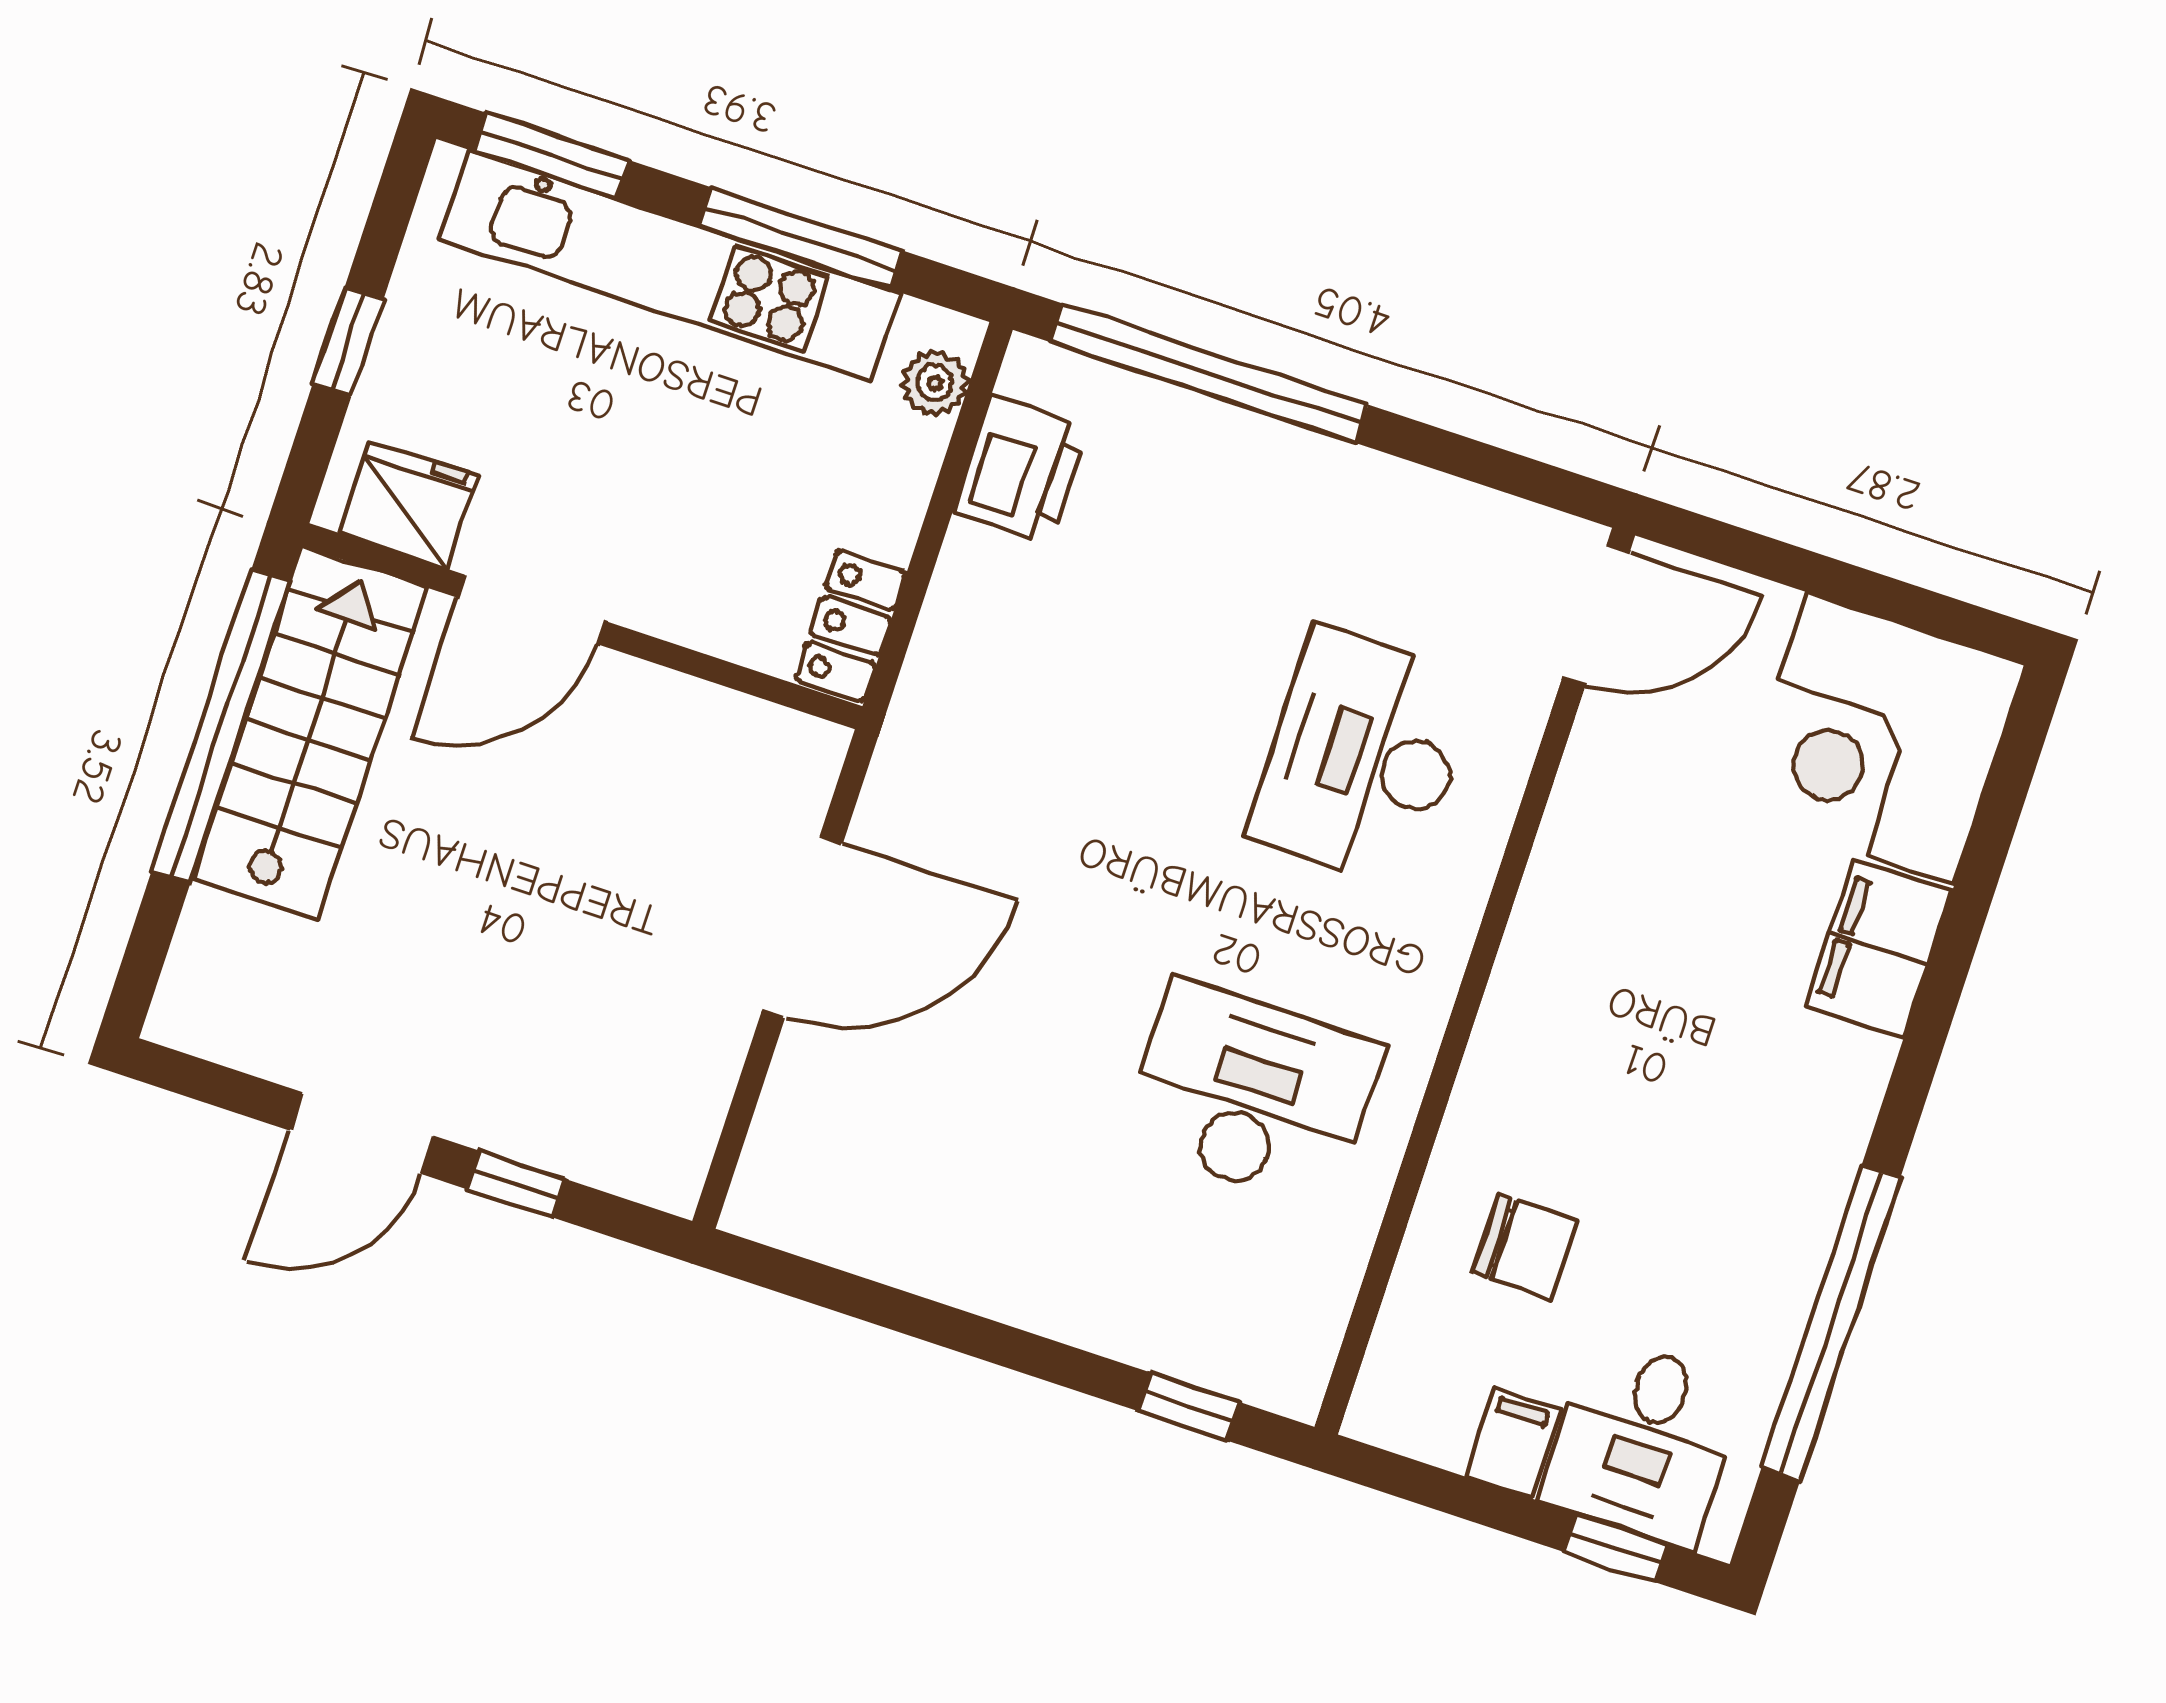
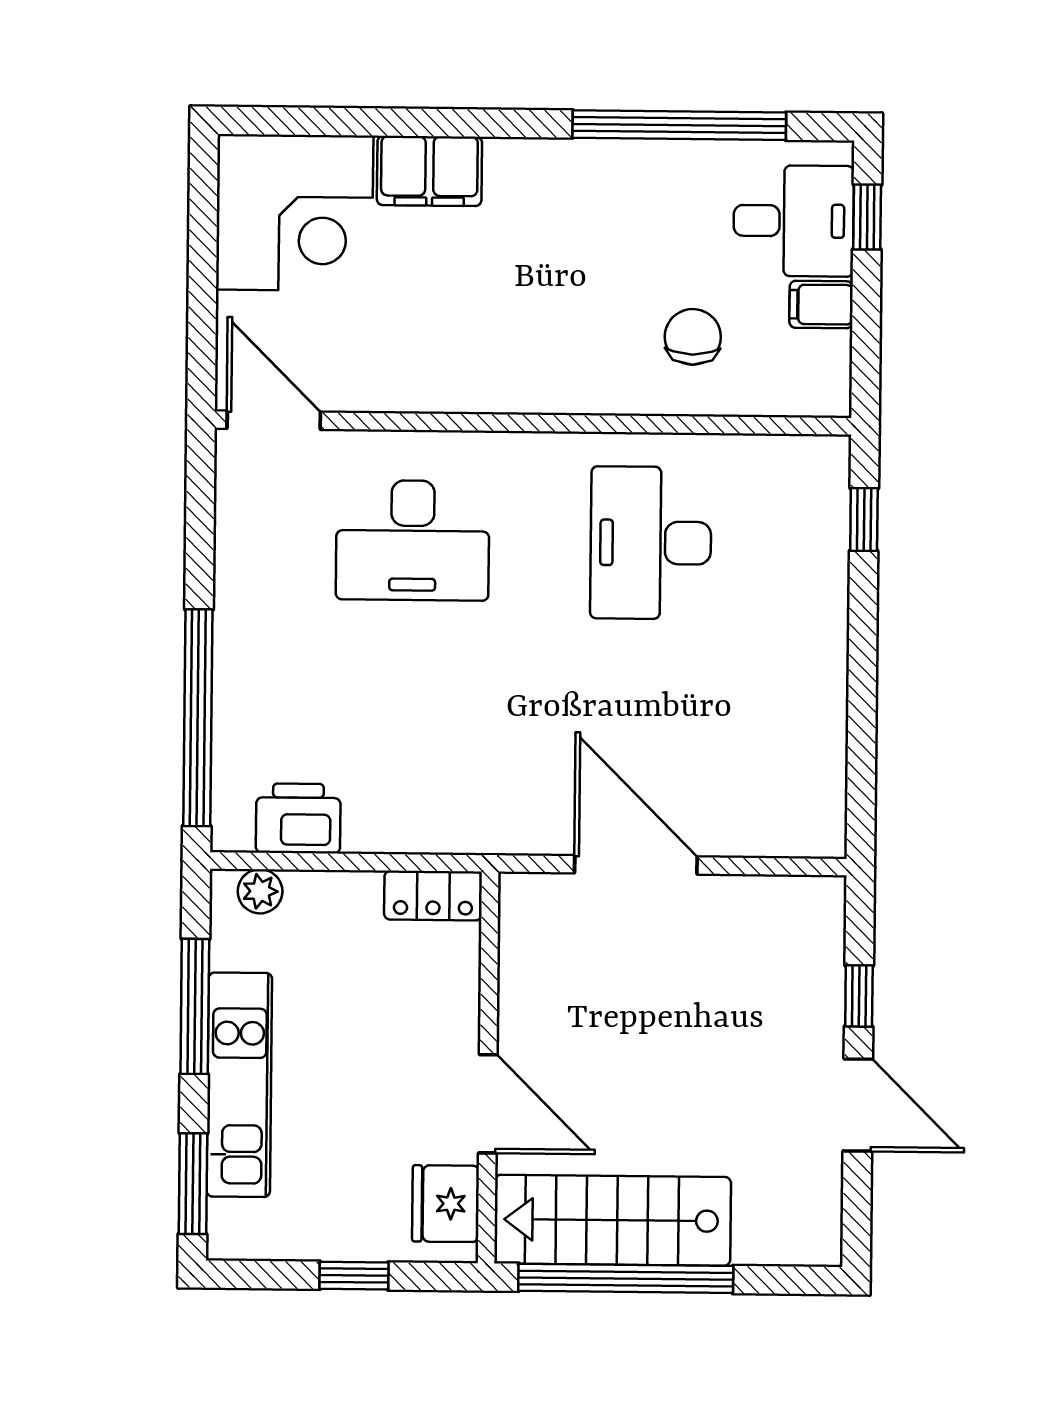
kitchen unit: (670, 266) -> (239, 1085), width x0.73

